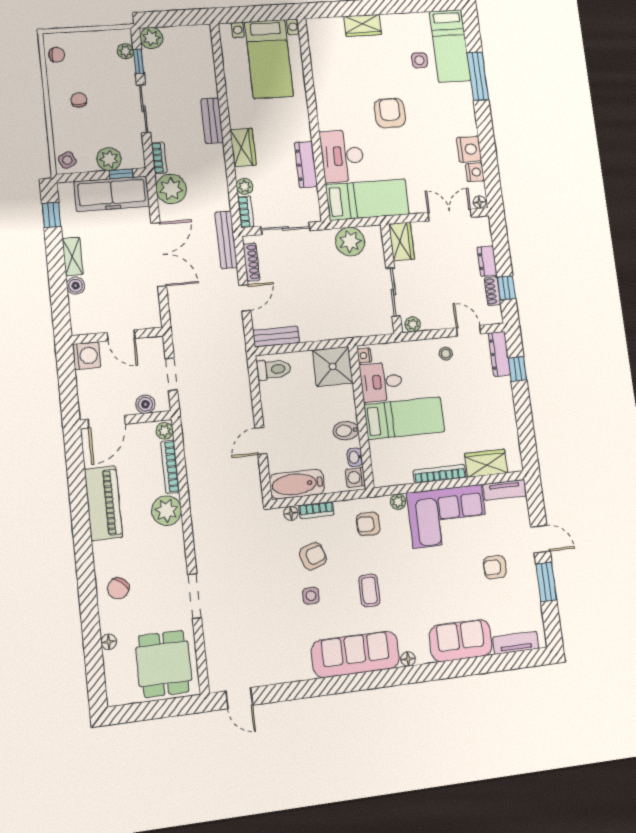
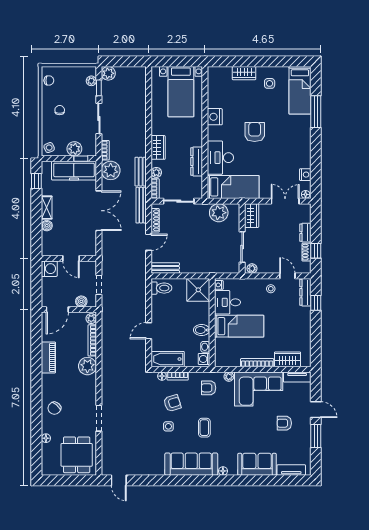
side table: (419, 60) -> (270, 83), moved
bench: (212, 121) -> (141, 172), moved
nightstand: (469, 149) -> (215, 117), moved, turned 180
piano: (103, 503) -> (48, 357), width x0.73, depth x0.75

